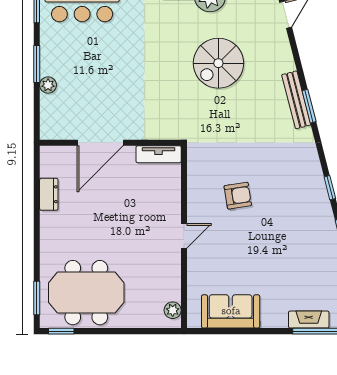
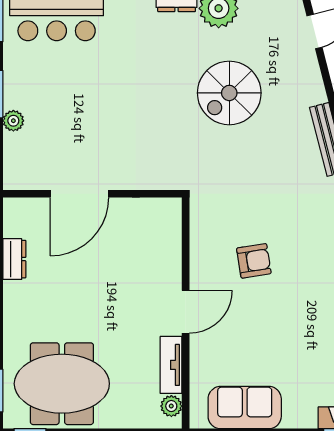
tv unit: (159, 154) -> (171, 365), moved, turned 90
door: (184, 236) -> (186, 312), width x1.38

